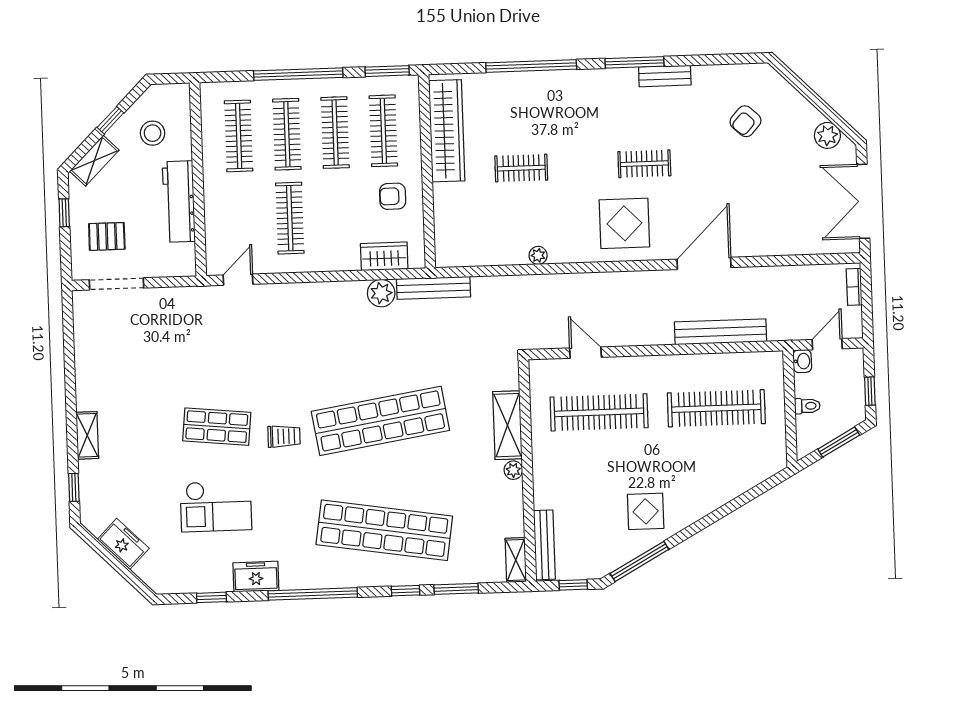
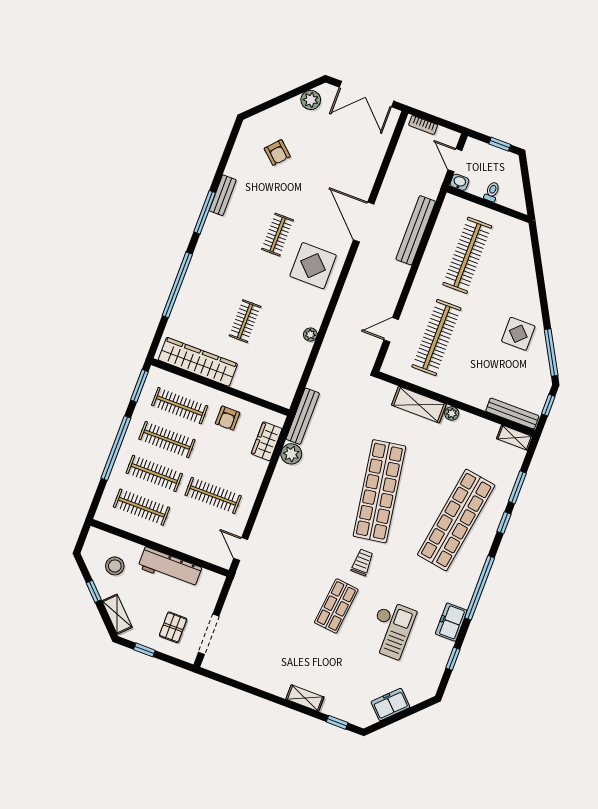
window: (839, 442) -> (526, 180), removed

